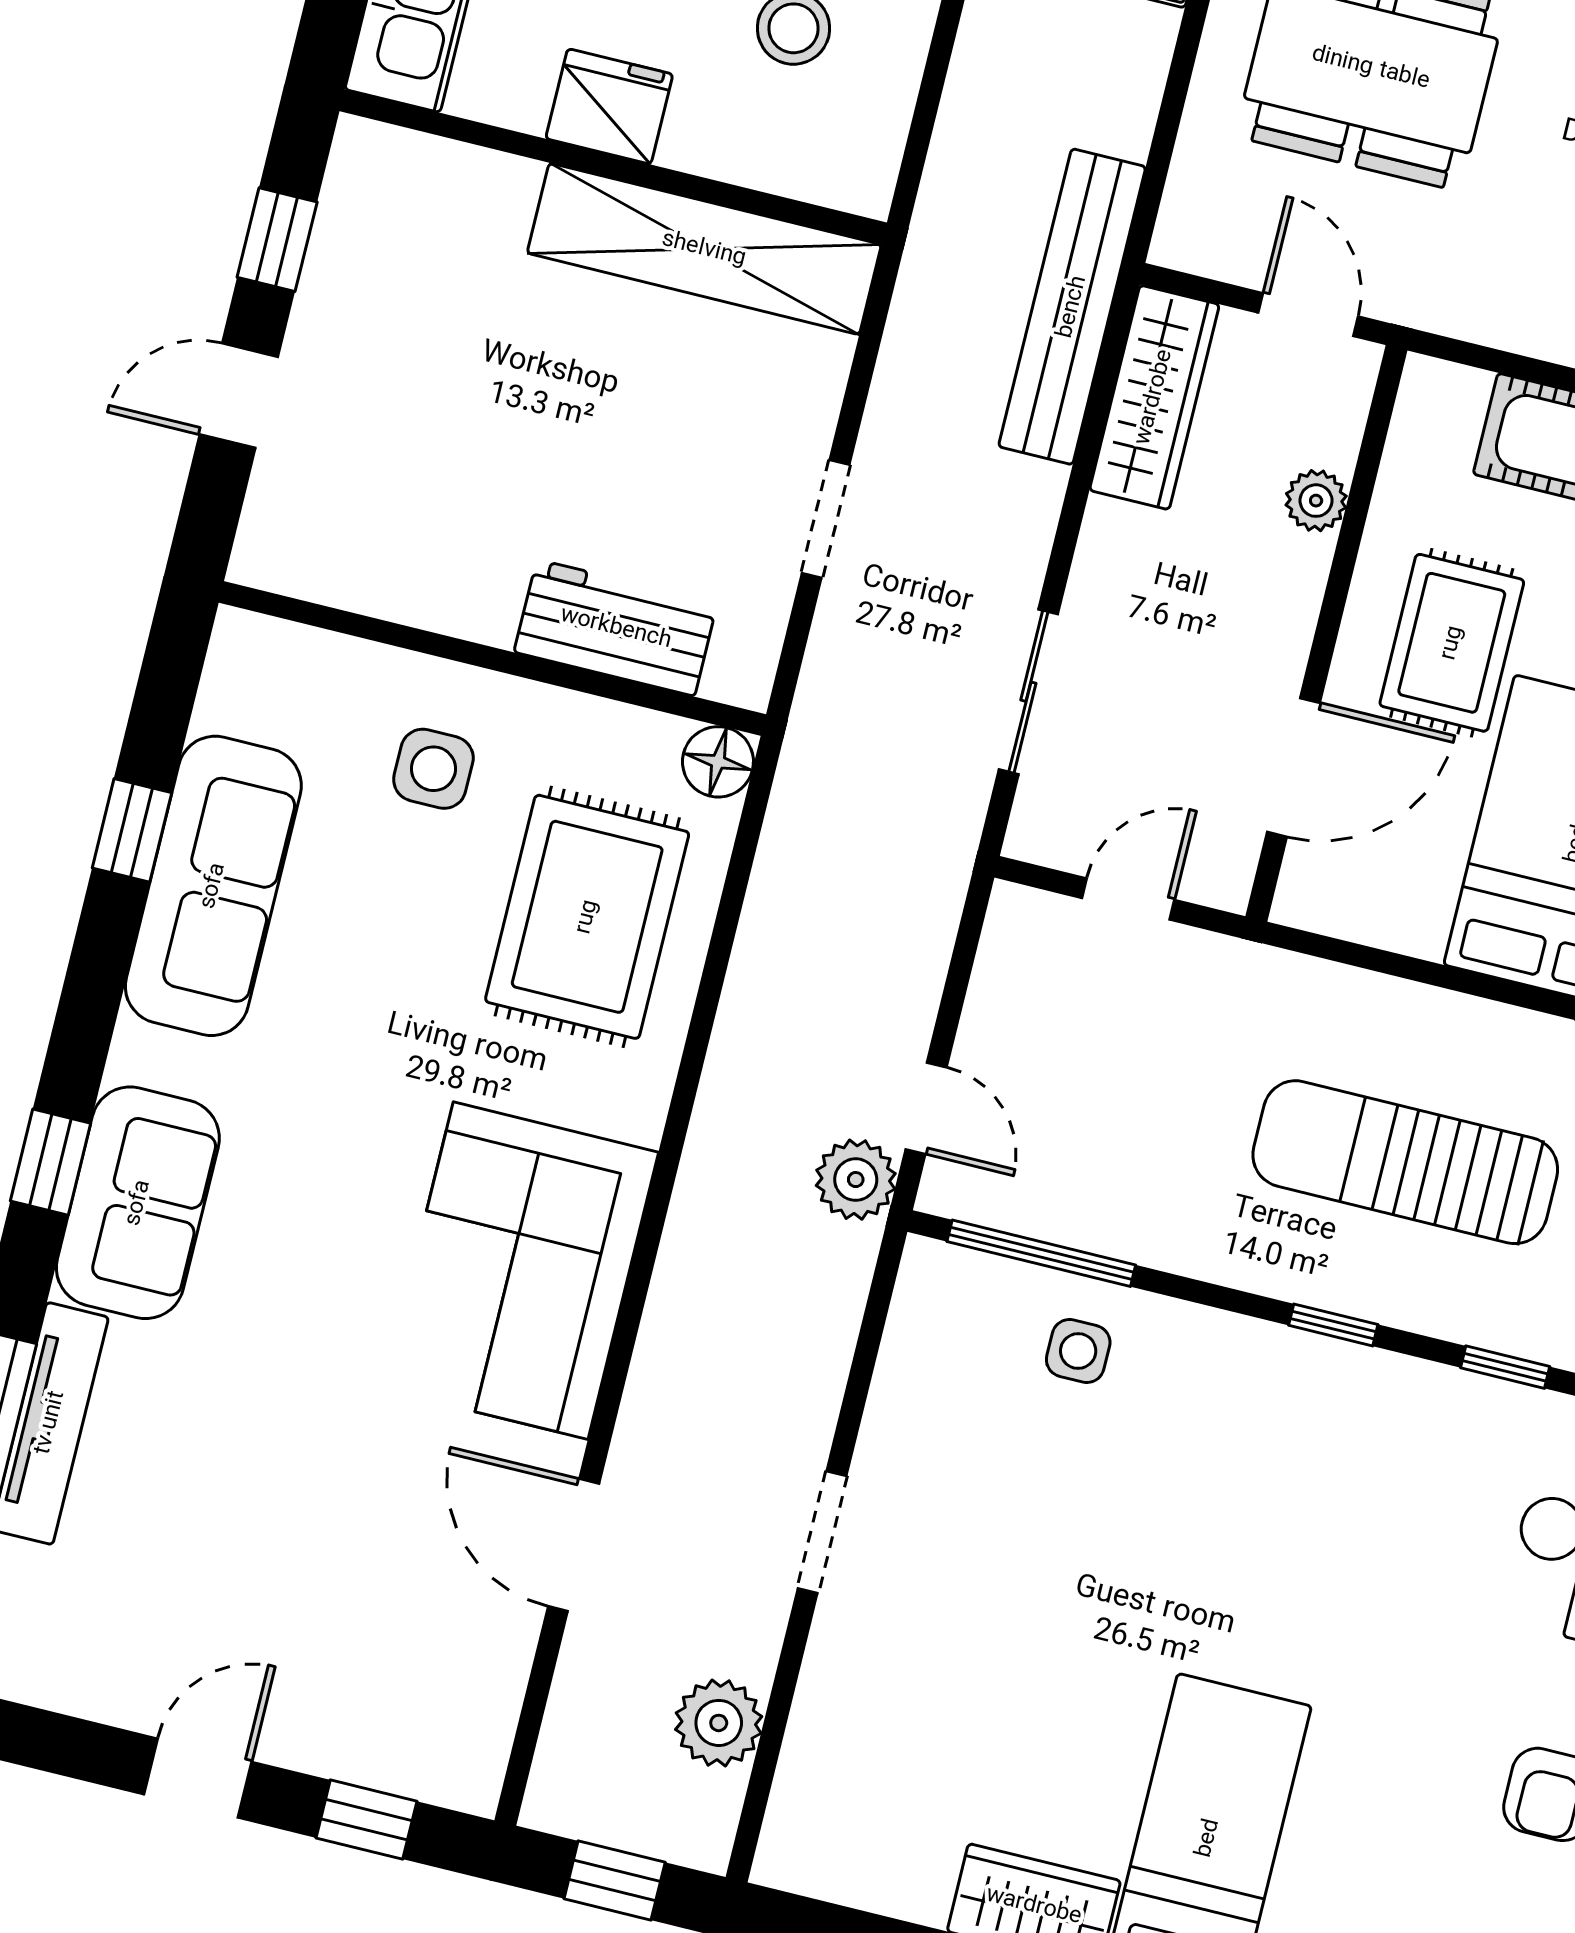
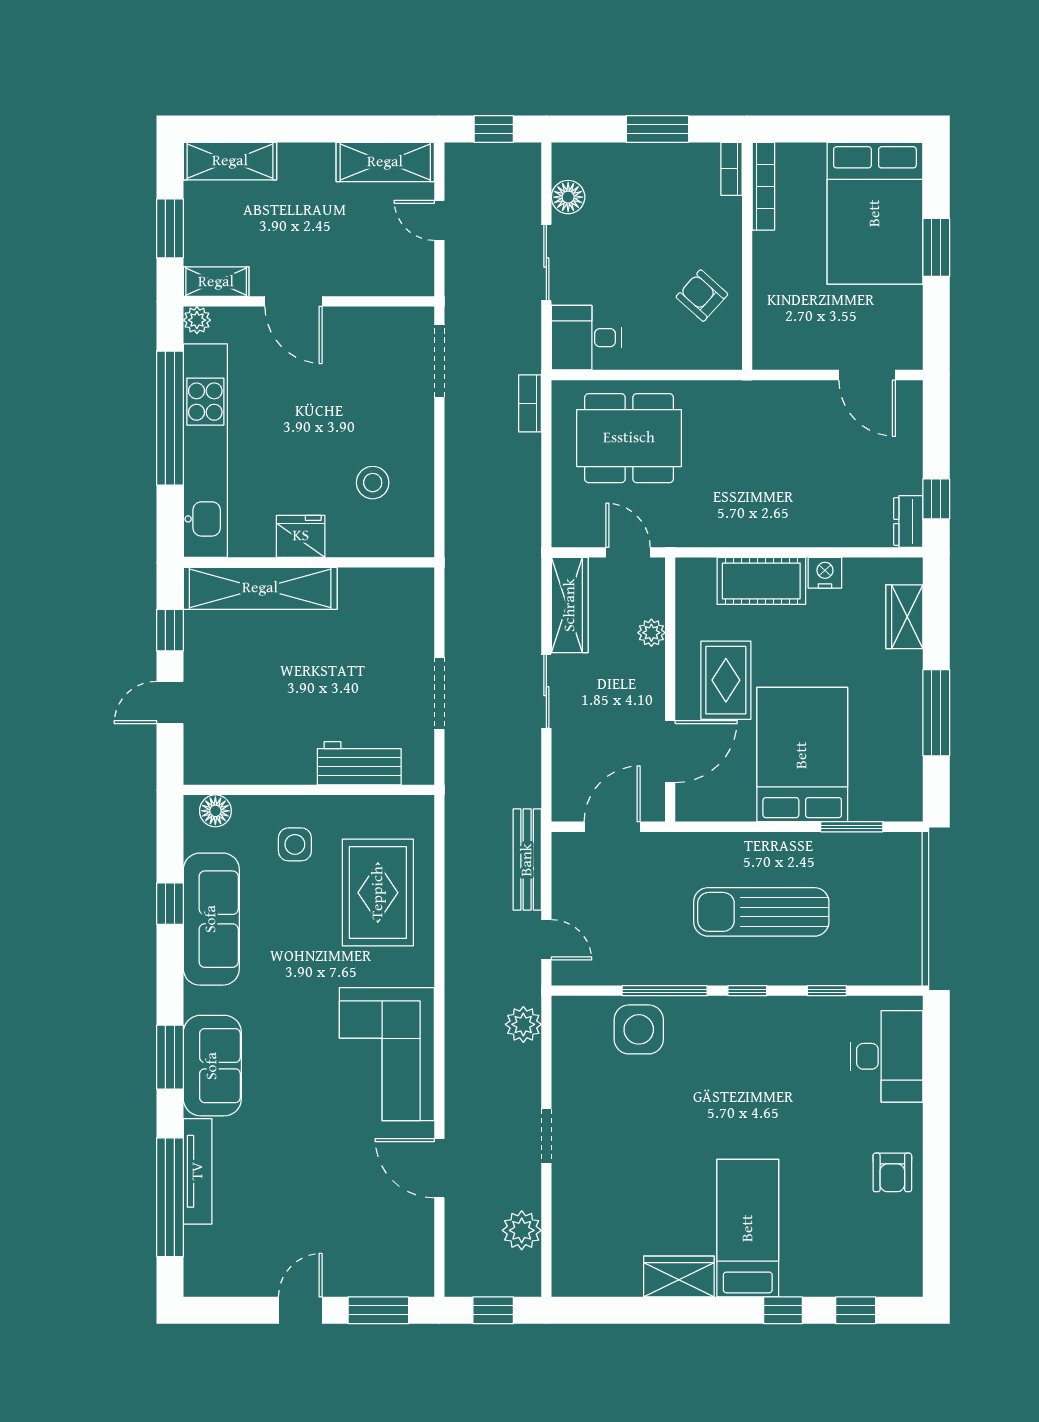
shelving: (704, 249) -> (260, 588), moved
bench: (1072, 307) -> (527, 860), moved, width x0.73, depth x0.82
doorway: (826, 519) -> (439, 693), width x1.38
sliding door: (1028, 692) -> (546, 691), moved
floor lamp: (718, 762) -> (215, 811), moved
door: (1128, 899) -> (612, 827), width x1.37
window: (50, 1162) -> (170, 1057), width x1.50
plant: (856, 1180) -> (523, 1024), moved
window: (1041, 1253) -> (665, 991), moved
side table: (1078, 1351) -> (639, 1029), width x1.87, depth x1.87
window: (366, 1820) -> (378, 1310), width x1.50

